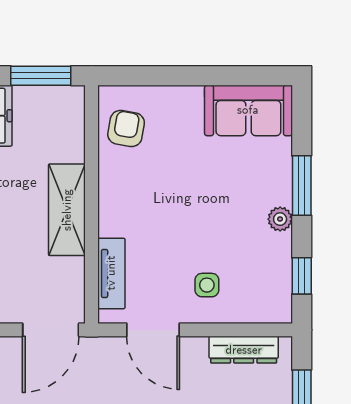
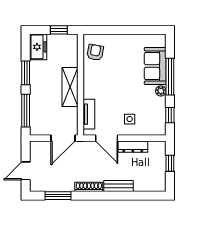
window: (41, 76) -> (59, 30), width x0.67
sofa: (248, 110) -> (155, 66), moved, turned 90
window: (302, 186) -> (170, 77), width x1.44
dresser: (244, 350) -> (133, 147), moved

